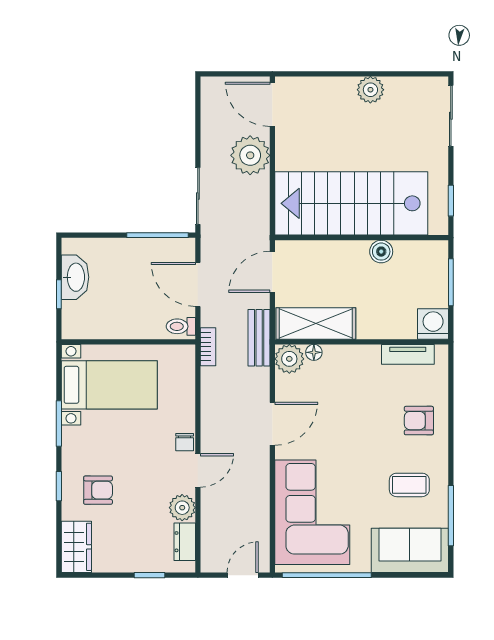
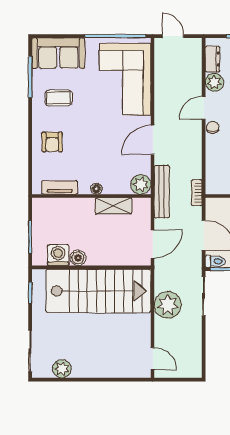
plant: (370, 90) -> (62, 369), moved
door: (272, 104) -> (153, 359), width x0.73
plant: (250, 155) -> (168, 305), moved
shelving: (316, 323) -> (114, 206), width x0.67, depth x0.75
washing machine: (433, 324) -> (58, 255), moved, turned 180
toilet: (181, 326) -> (215, 261), moved
bench: (259, 338) -> (162, 192), width x1.36
floor lamp: (314, 352) -> (96, 189), moved
armchair: (419, 421) -> (52, 142), turned 90
door: (243, 575) -> (173, 36), swing flipped

